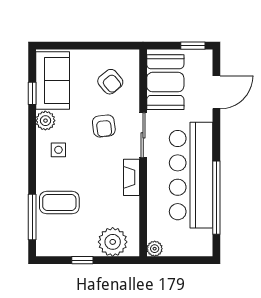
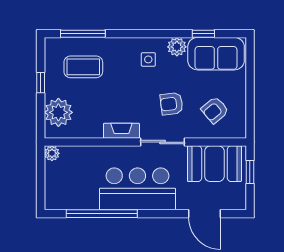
window: (193, 46) -> (250, 172), moved
bar counter: (191, 175) -> (137, 189), width x0.73
coffee table: (59, 203) -> (83, 67), moved, turned 90

